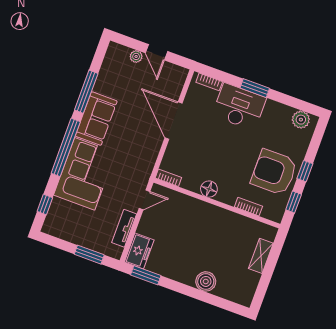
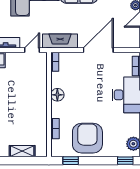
fireplace: (146, 162) -> (60, 41), added
window: (305, 171) -> (125, 161), moved
door: (144, 200) -> (32, 50), swing flipped

